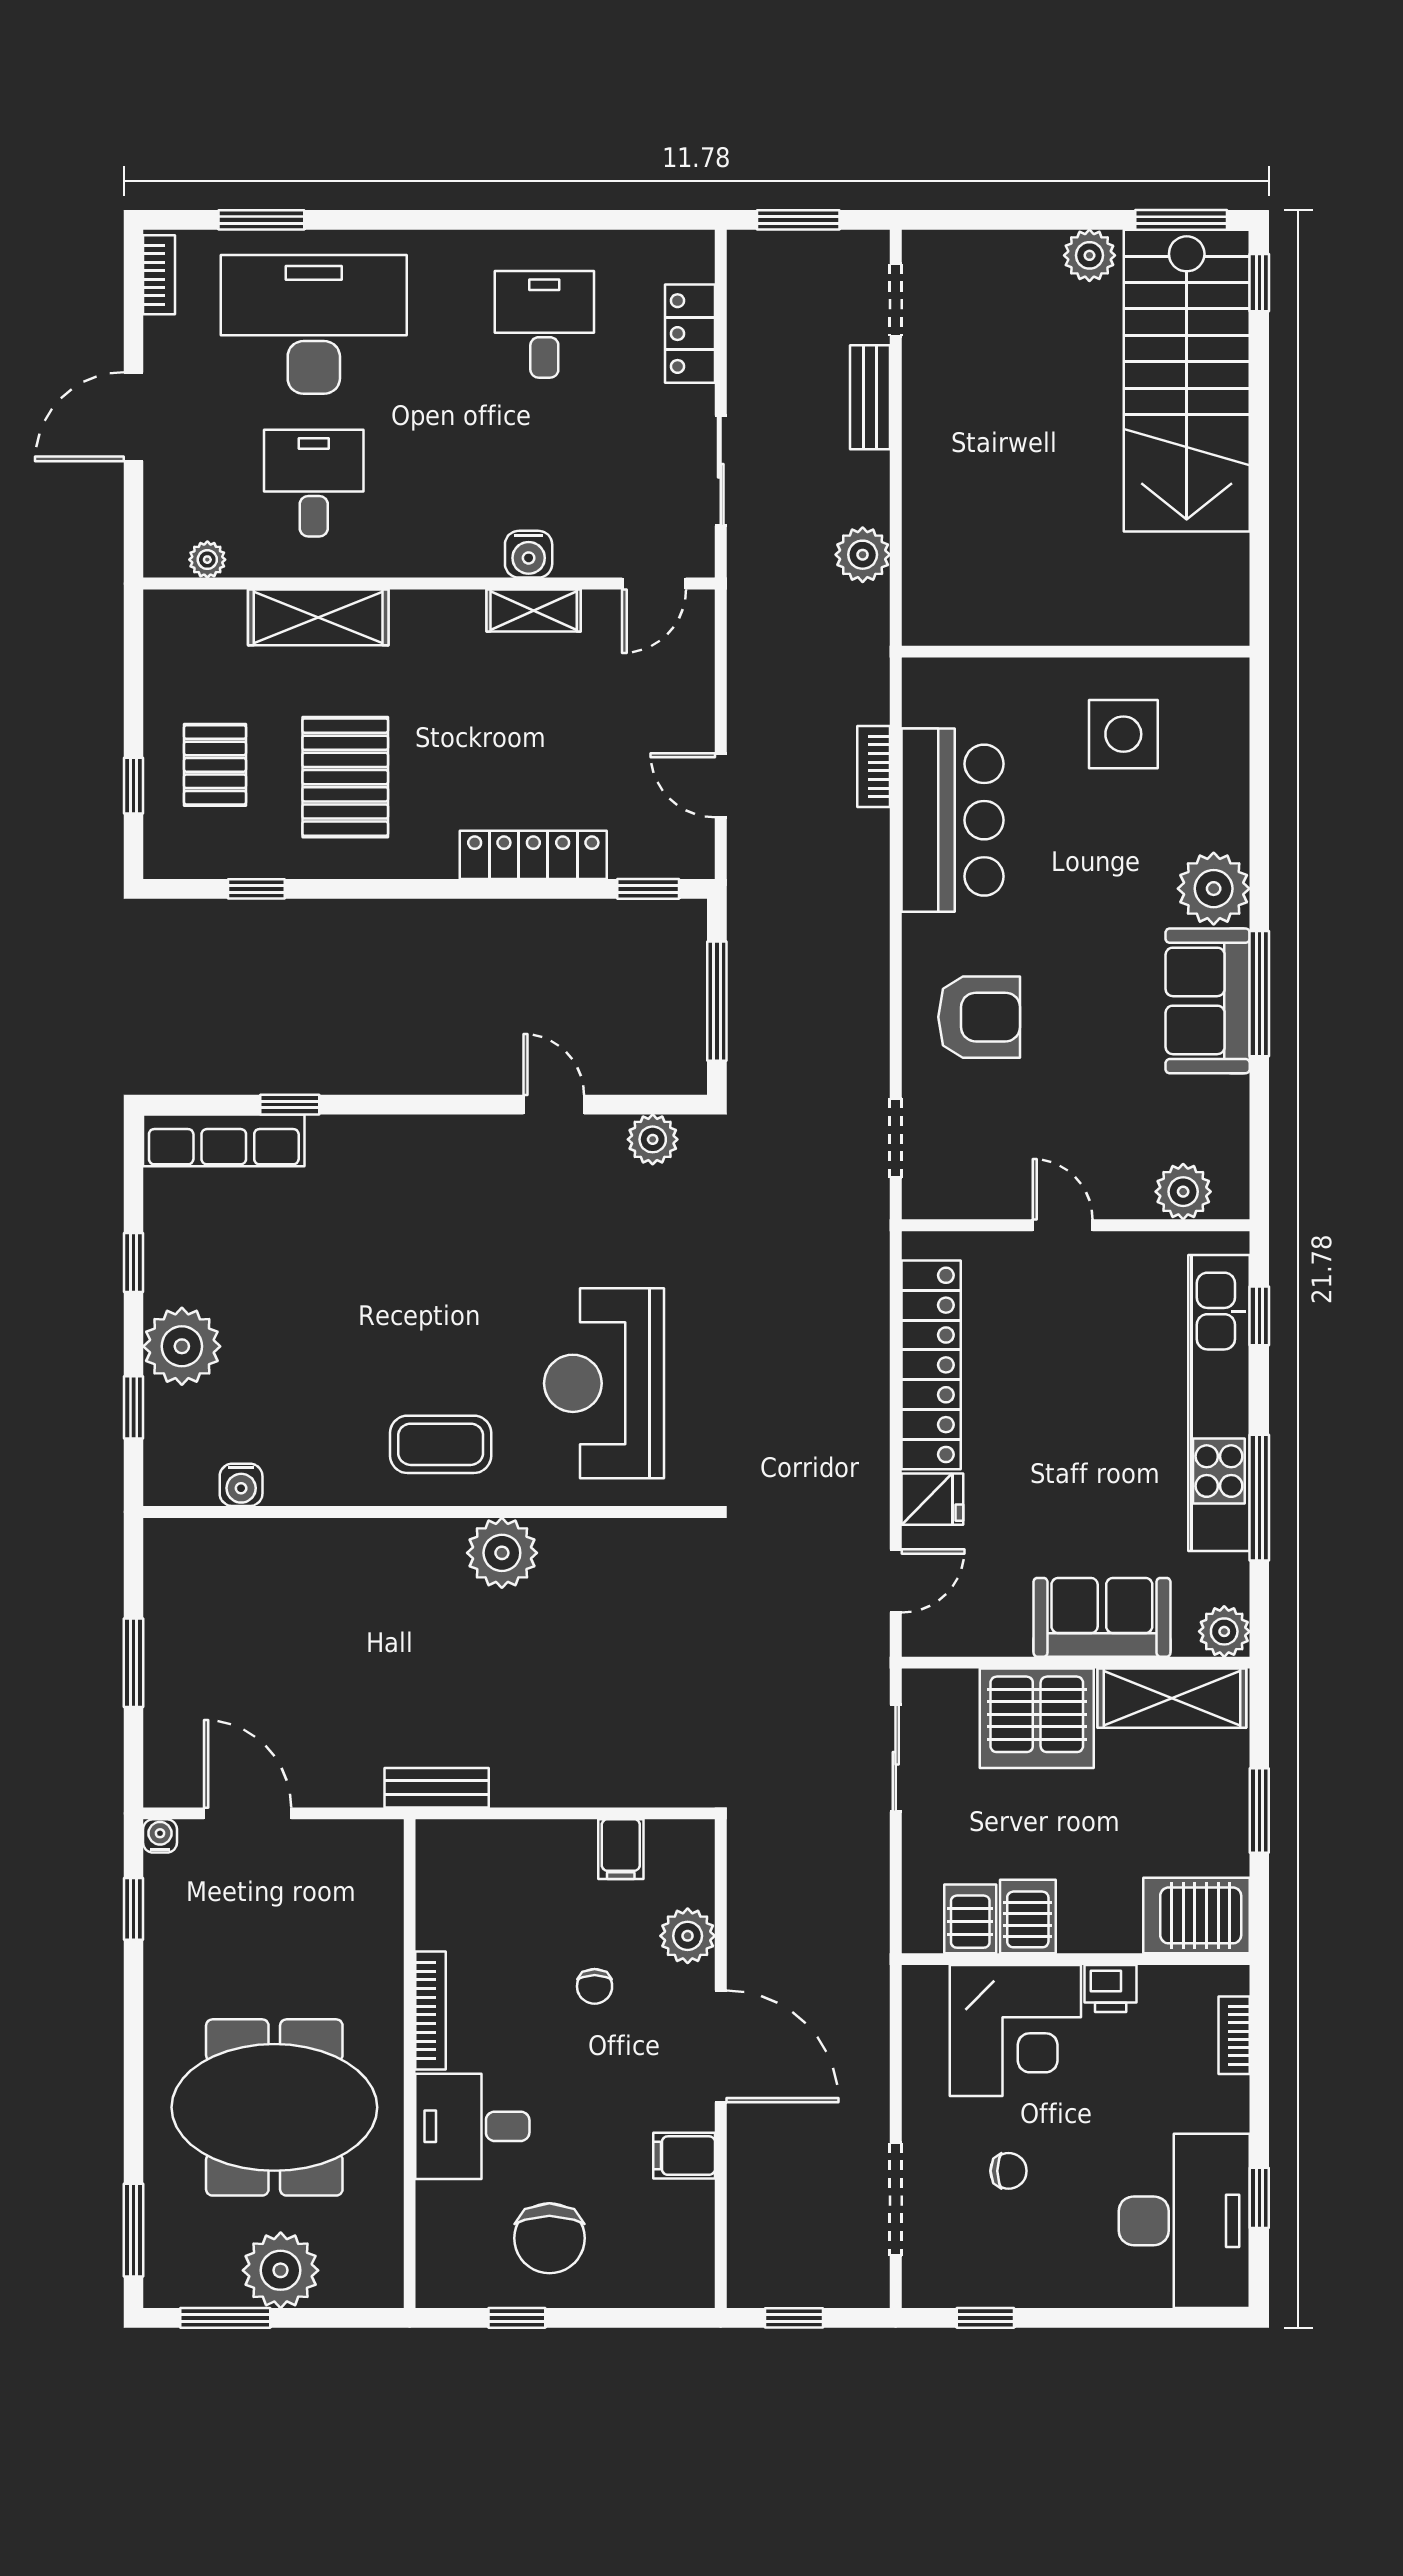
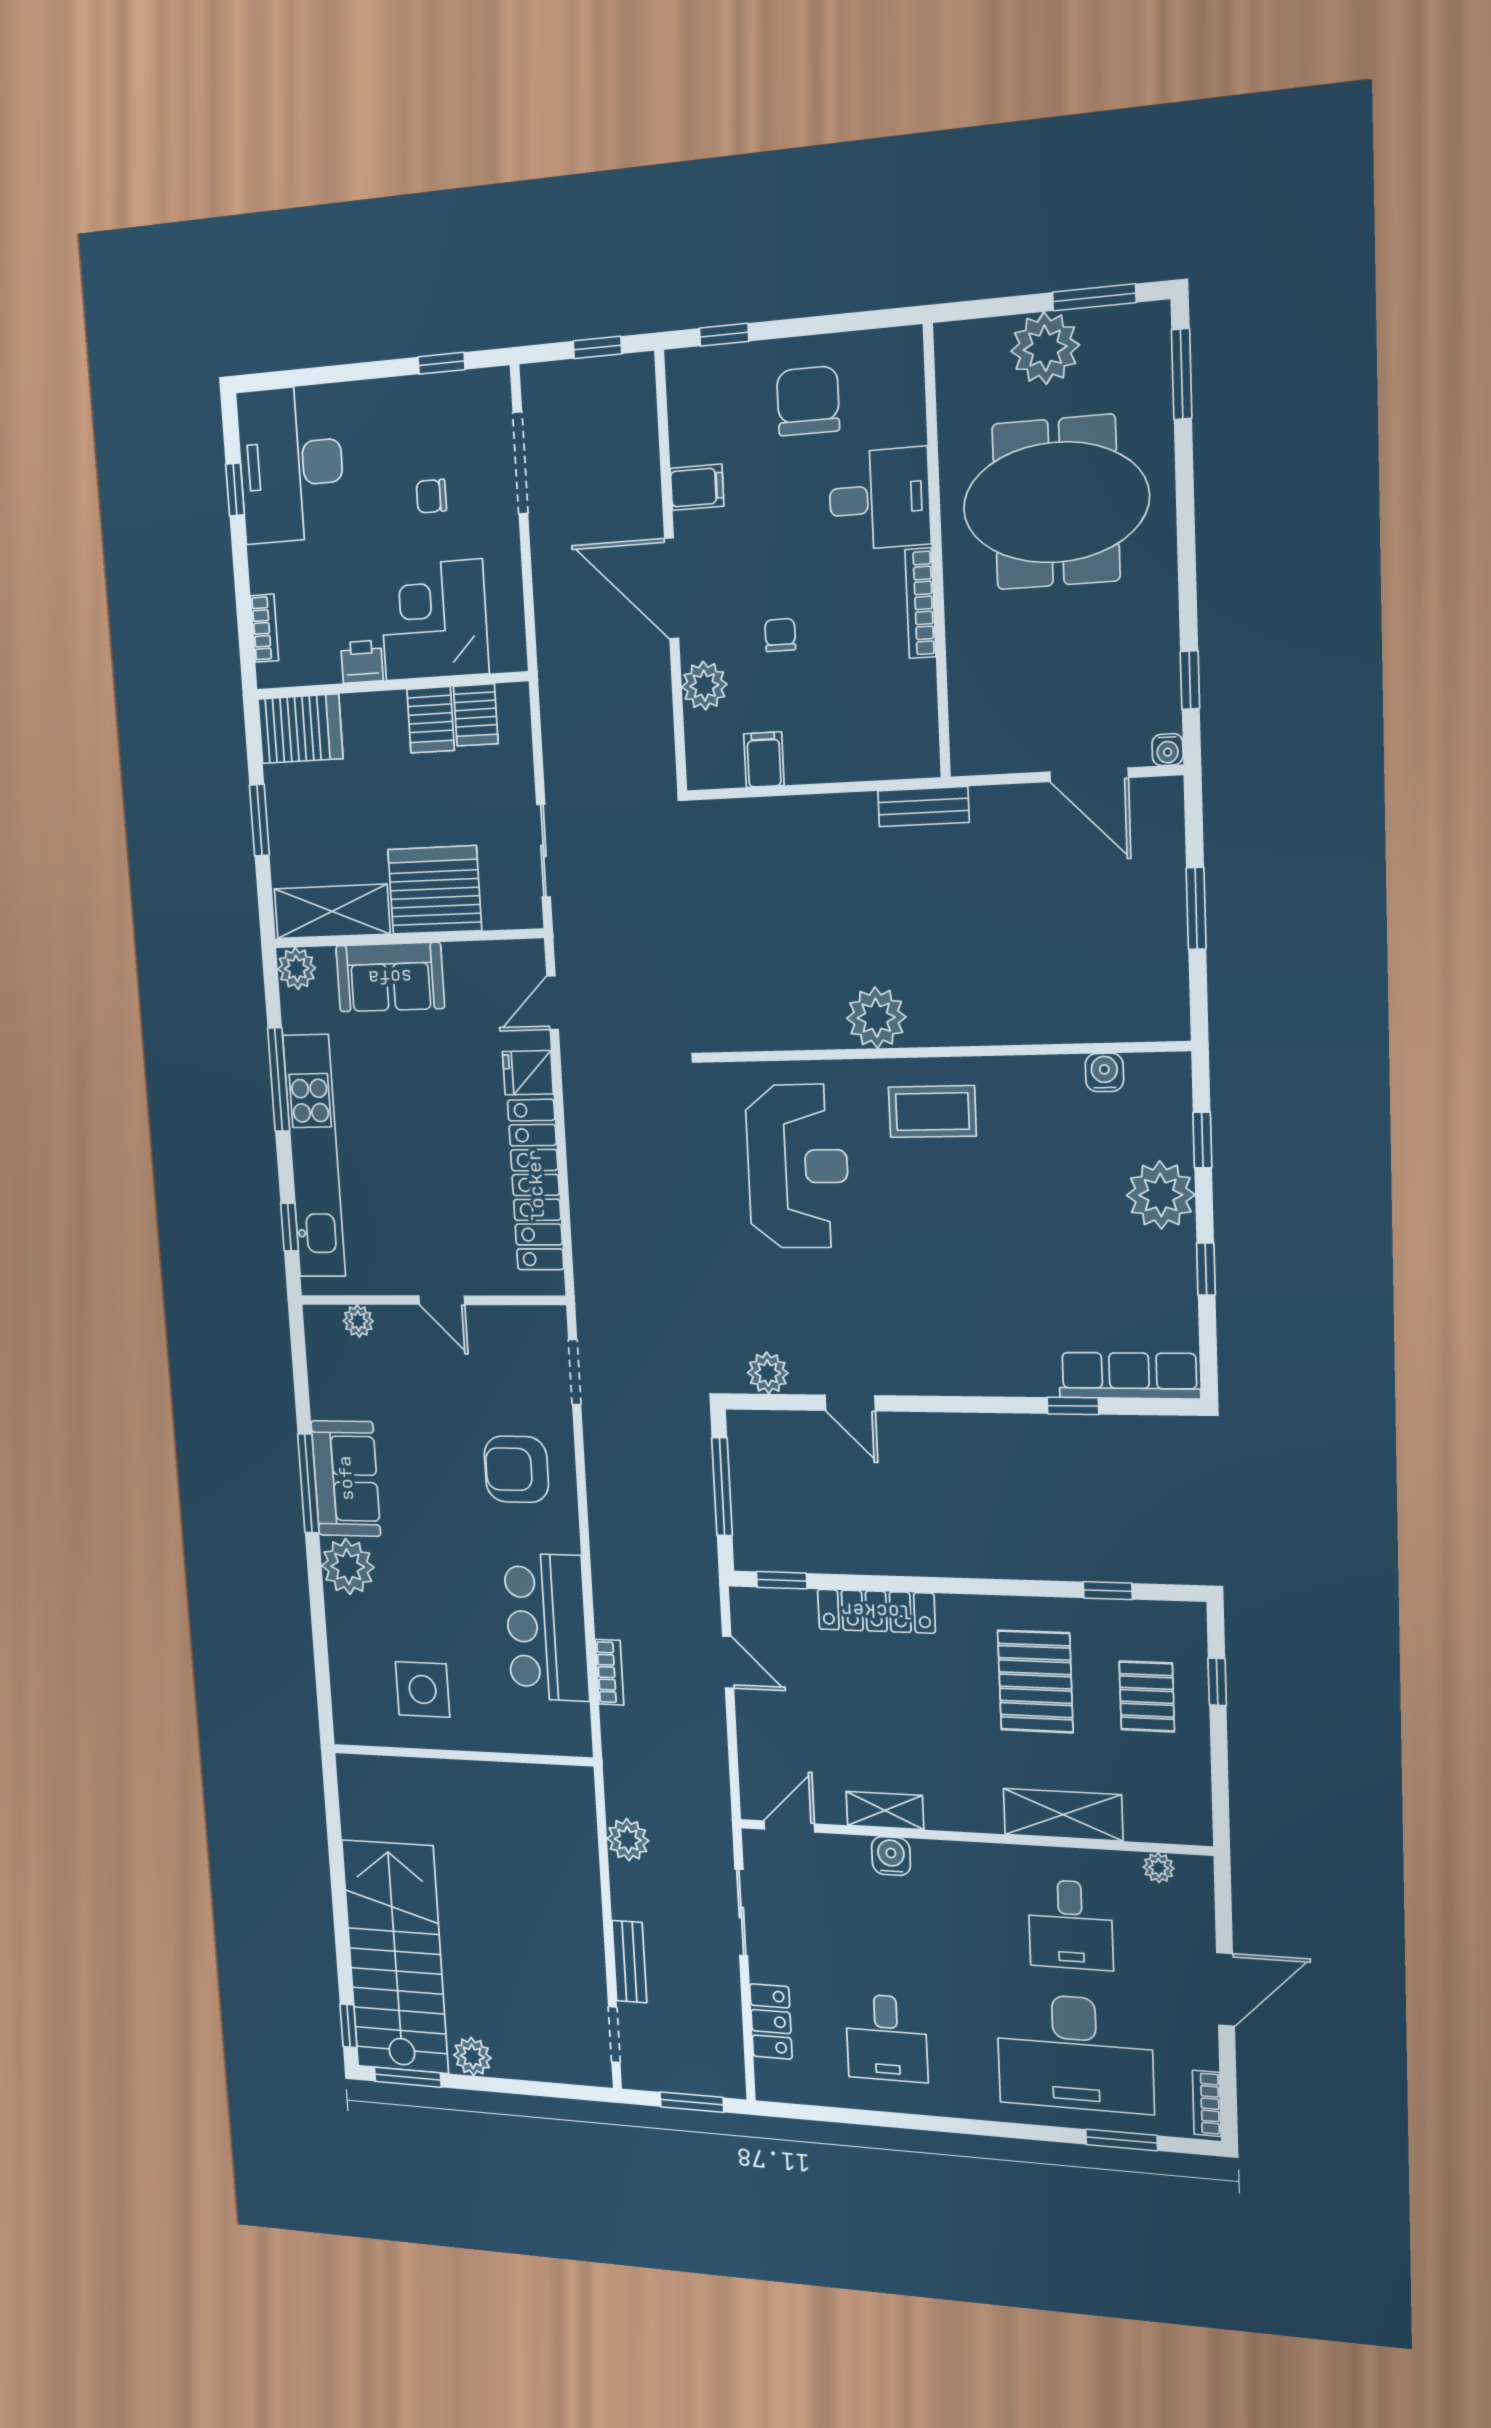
plant: (1183, 1192) -> (358, 1321), width x0.73, depth x0.73
window: (517, 2318) -> (724, 335), moved

